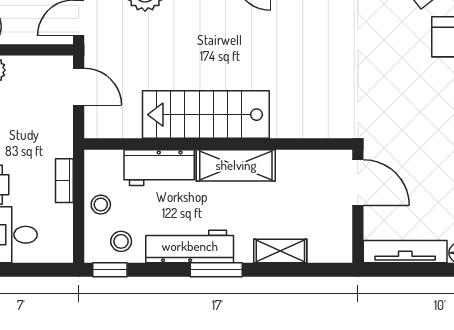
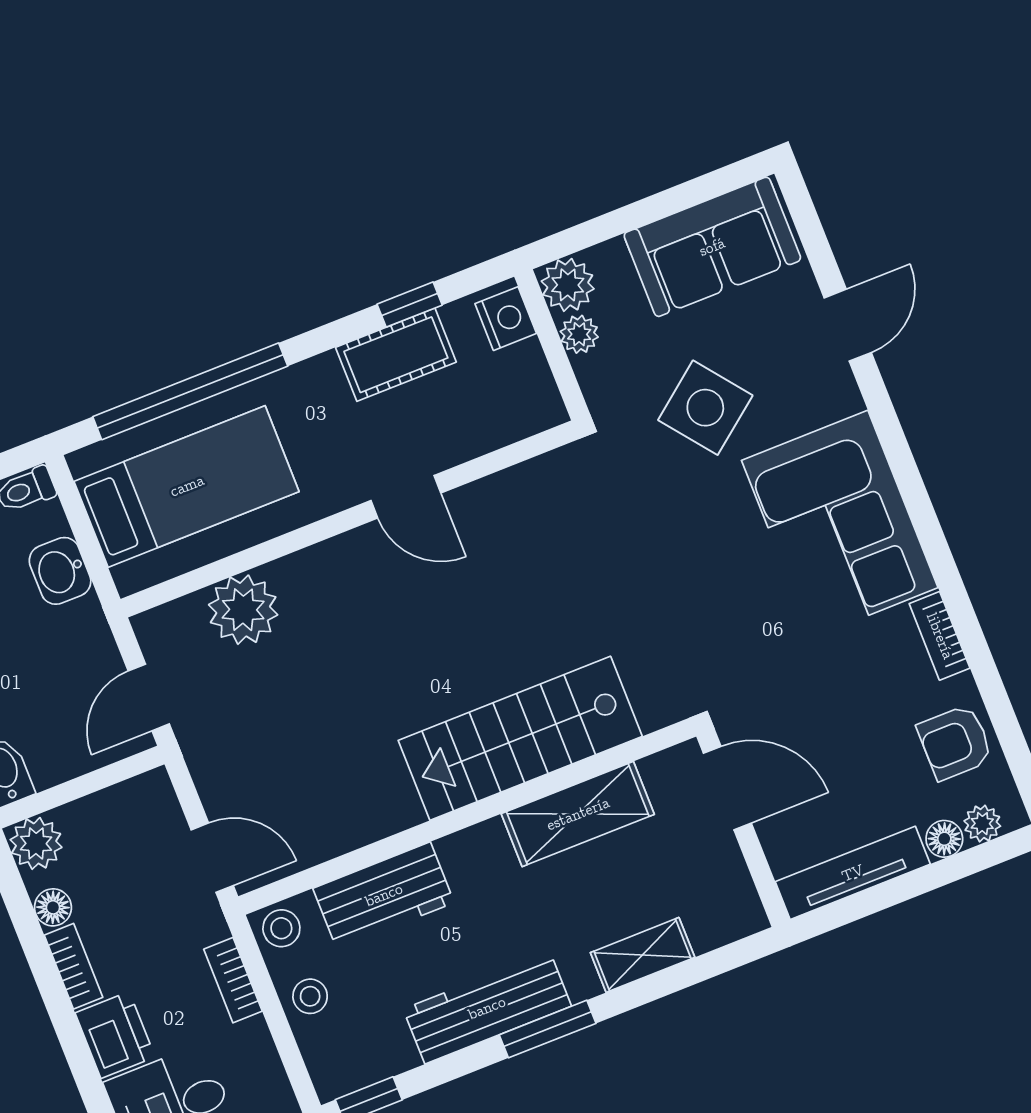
door: (79, 87) -> (212, 858), moved
stairs: (206, 115) -> (520, 738), moved
shelving: (236, 165) -> (578, 814), moved
stool: (121, 241) -> (281, 928), moved

